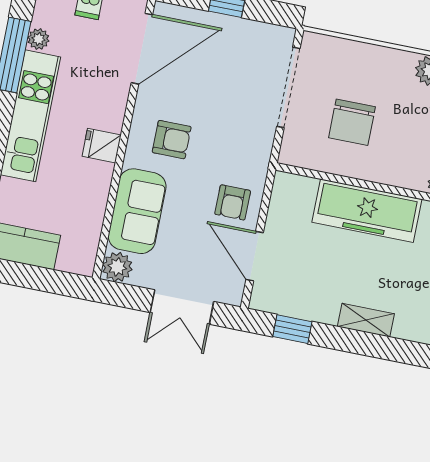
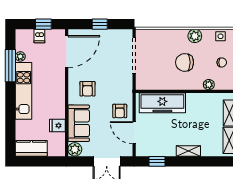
chair: (352, 122) -> (185, 62), moved, turned 90
armchair: (172, 140) -> (87, 89), turned 90
fridge: (102, 146) -> (57, 126), moved
freezer: (367, 211) -> (162, 103), moved

